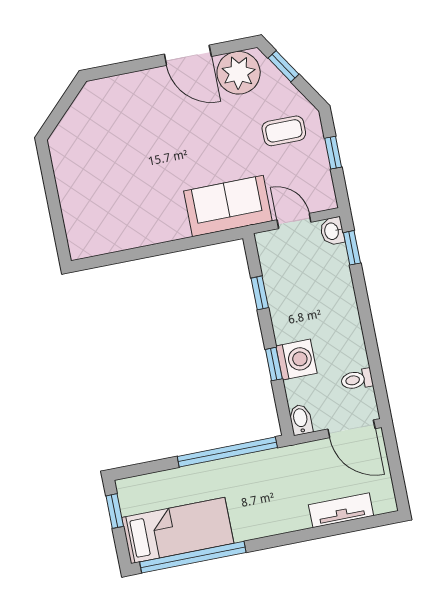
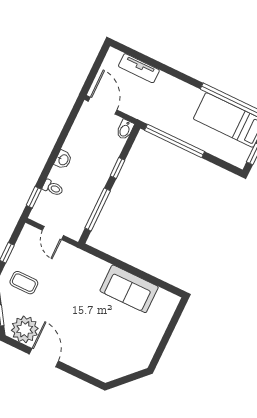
sofa: (228, 206) -> (129, 289), moved
washbasin: (332, 231) -> (63, 160), moved
window: (260, 293) -> (98, 209), width x2.17
washing machine: (296, 360) -> (104, 162), removed
toilet: (357, 380) -> (53, 188), moved

